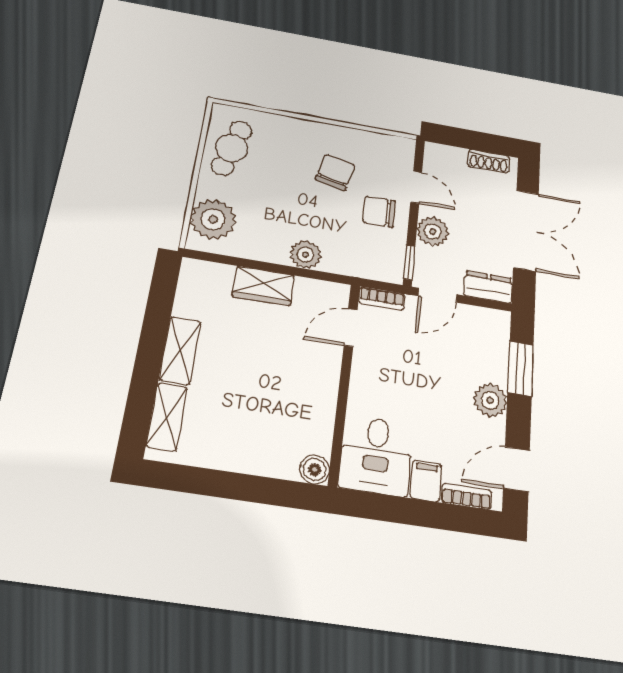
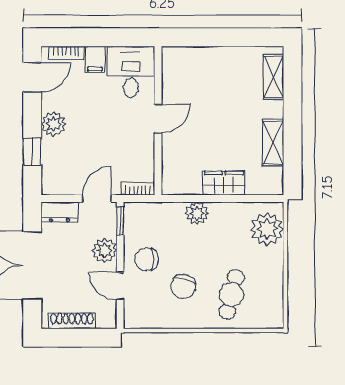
cafe table: (232, 148) -> (231, 294), moved
shoe rack: (489, 161) -> (72, 321), width x1.43
chair: (379, 212) -> (147, 259), turned 180
door: (351, 328) -> (158, 118), moved
shelving: (180, 350) -> (273, 143), moved
window: (521, 369) -> (32, 152), width x0.67
boiler: (315, 470) -> (171, 56), removed

